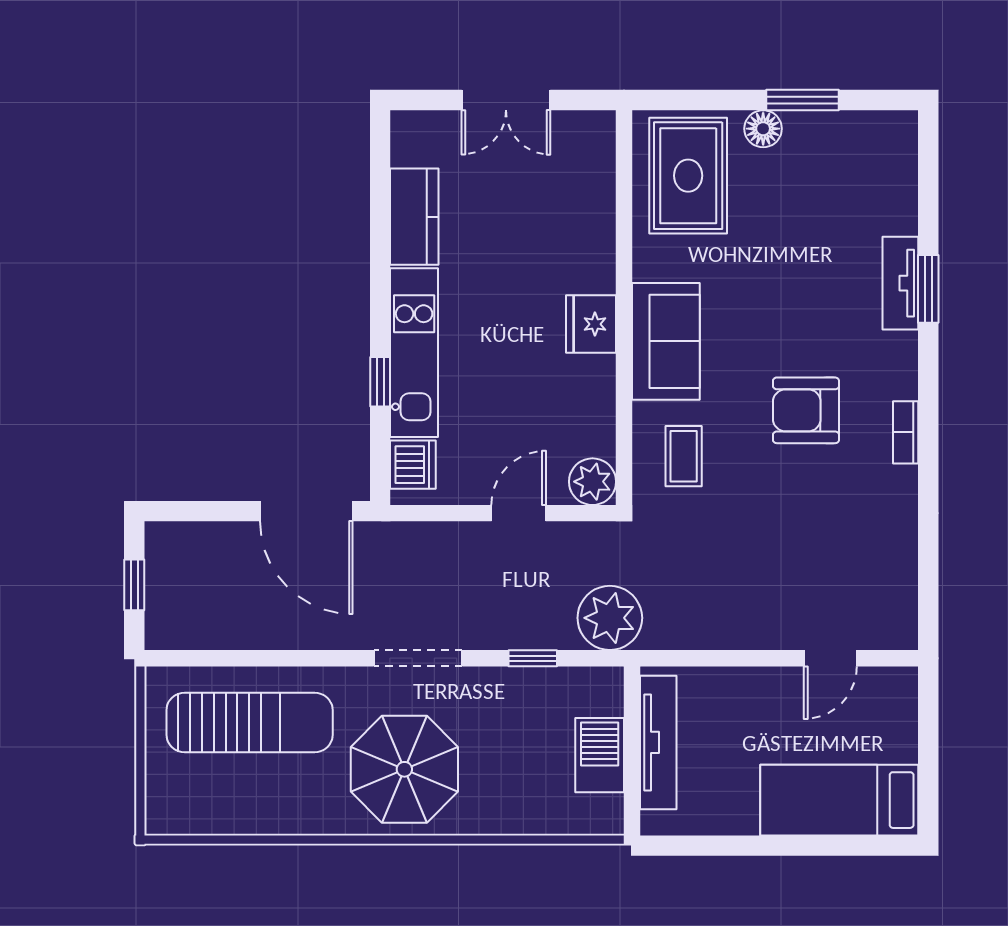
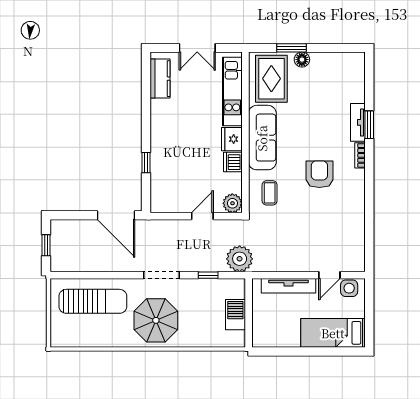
window: (802, 100) -> (292, 48), moved
kitchen counter: (414, 217) -> (160, 79), moved
sofa: (666, 341) -> (262, 138), width x1.36
kitchen unit: (414, 353) -> (232, 92), moved, turned 180
armchair: (806, 410) -> (319, 174), turned 90
bookcase: (906, 432) -> (360, 155), moved
dishwasher: (413, 465) -> (233, 162), moved, turned 180
side table: (879, 690) -> (349, 288), added
tv unit: (658, 742) -> (289, 286), moved, turned 90

